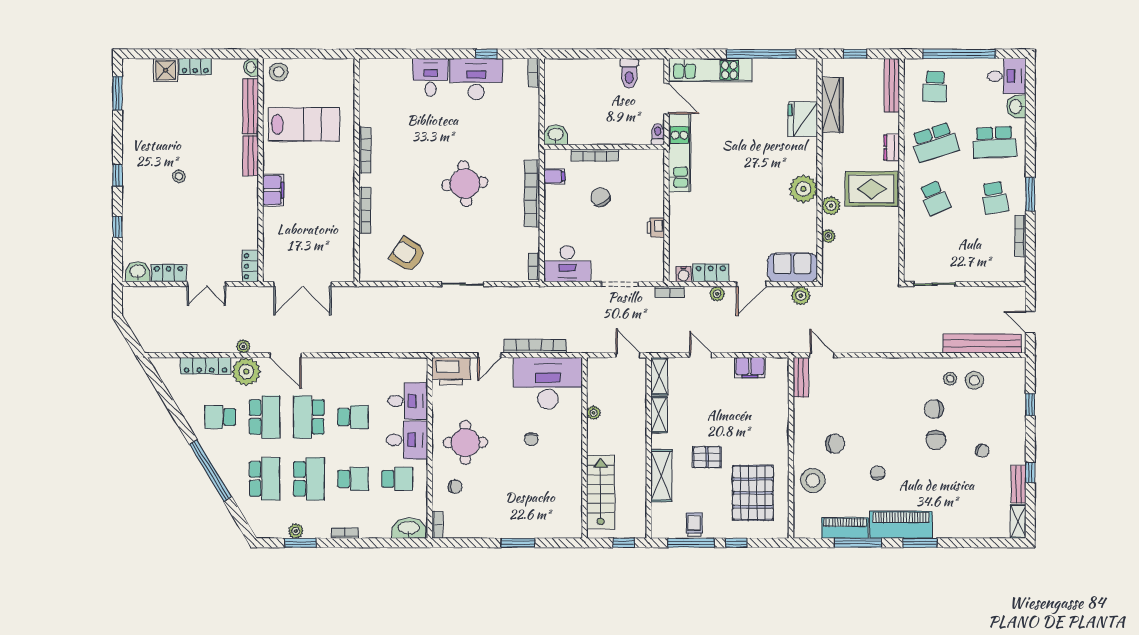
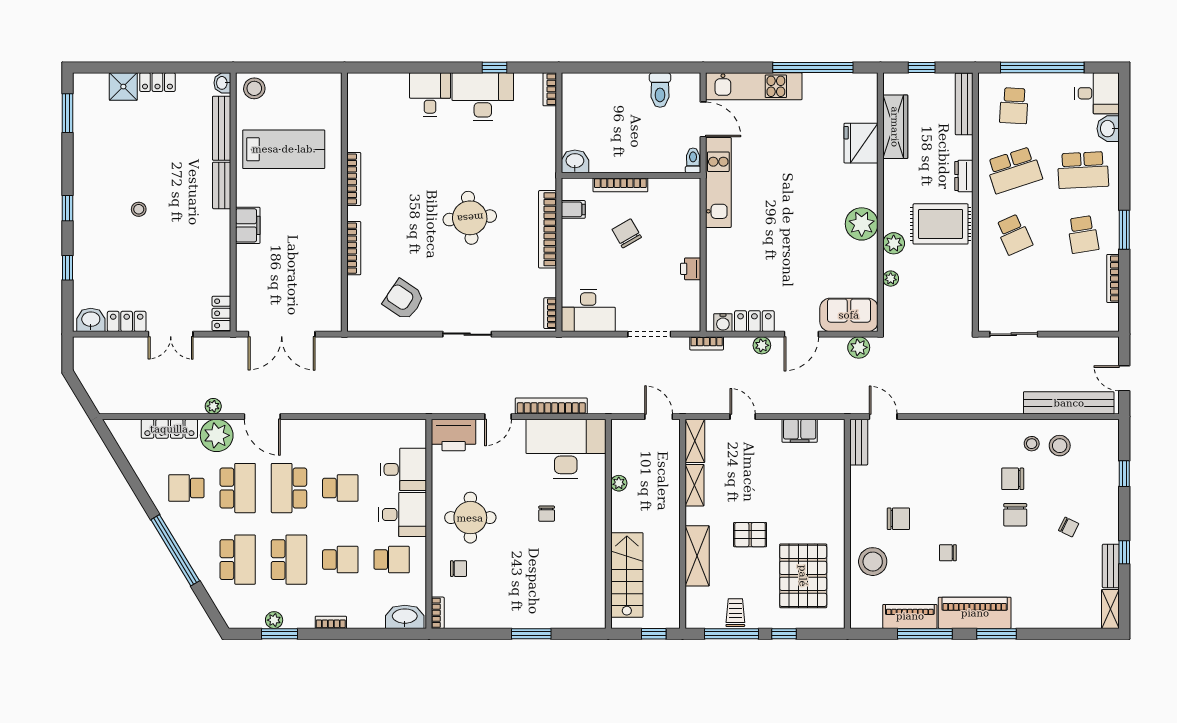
chair: (878, 473) -> (948, 553), turned -90

